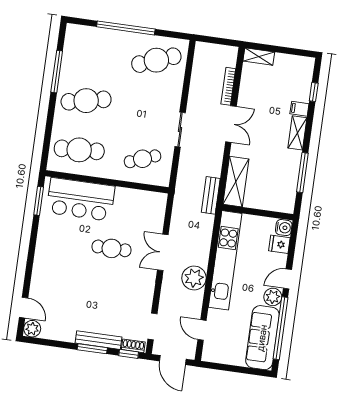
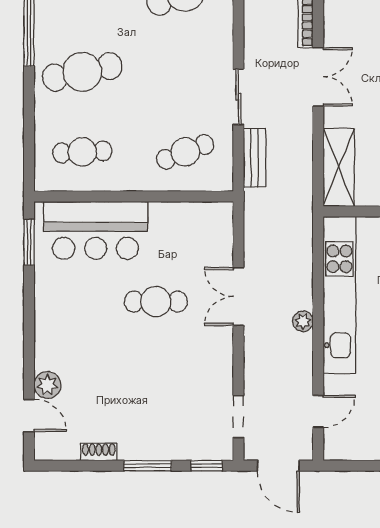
cafe table: (79, 150) -> (82, 152), width x0.73, depth x0.74
bench: (211, 195) -> (255, 158), moved
plant: (194, 278) -> (303, 321), width x0.53, depth x0.53
plant: (32, 329) -> (47, 385), moved
door: (202, 330) -> (318, 411), swing flipped
bench: (98, 340) -> (156, 450), removed
shoe rack: (133, 346) -> (99, 452), moved

